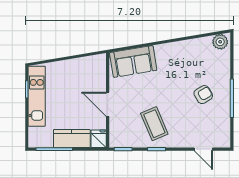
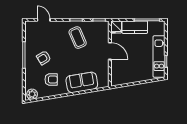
sofa: (133, 61) -> (82, 82), moved
armchair: (193, 63) -> (51, 79), added

